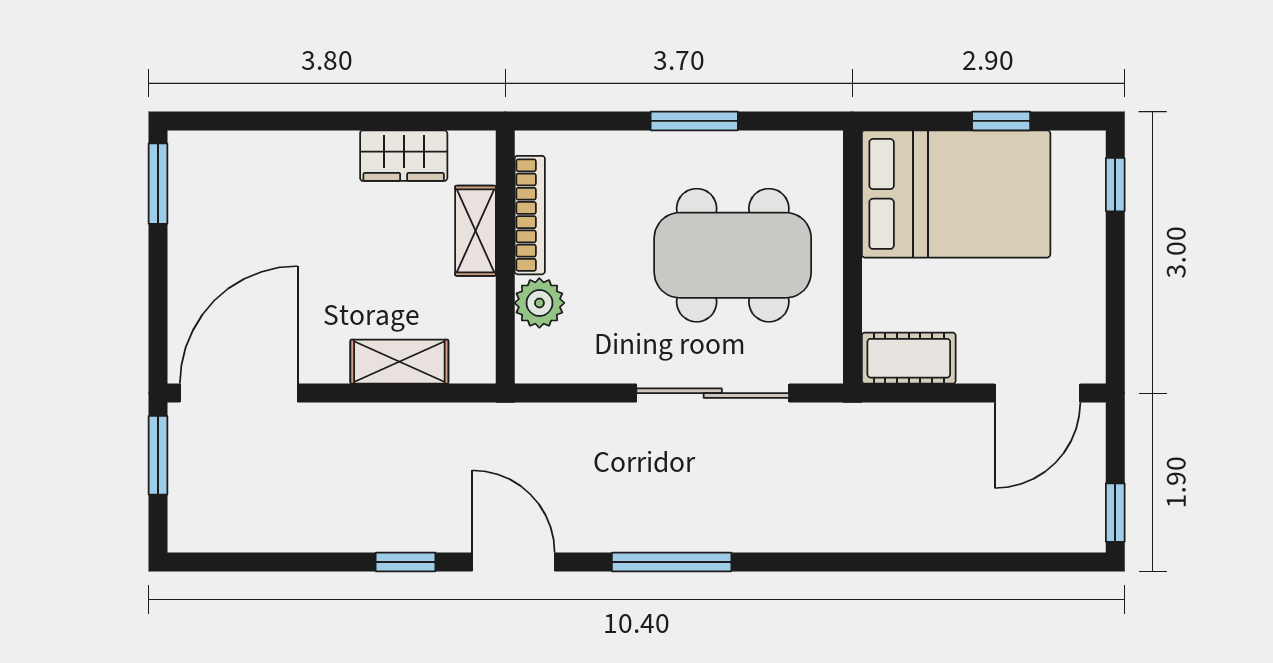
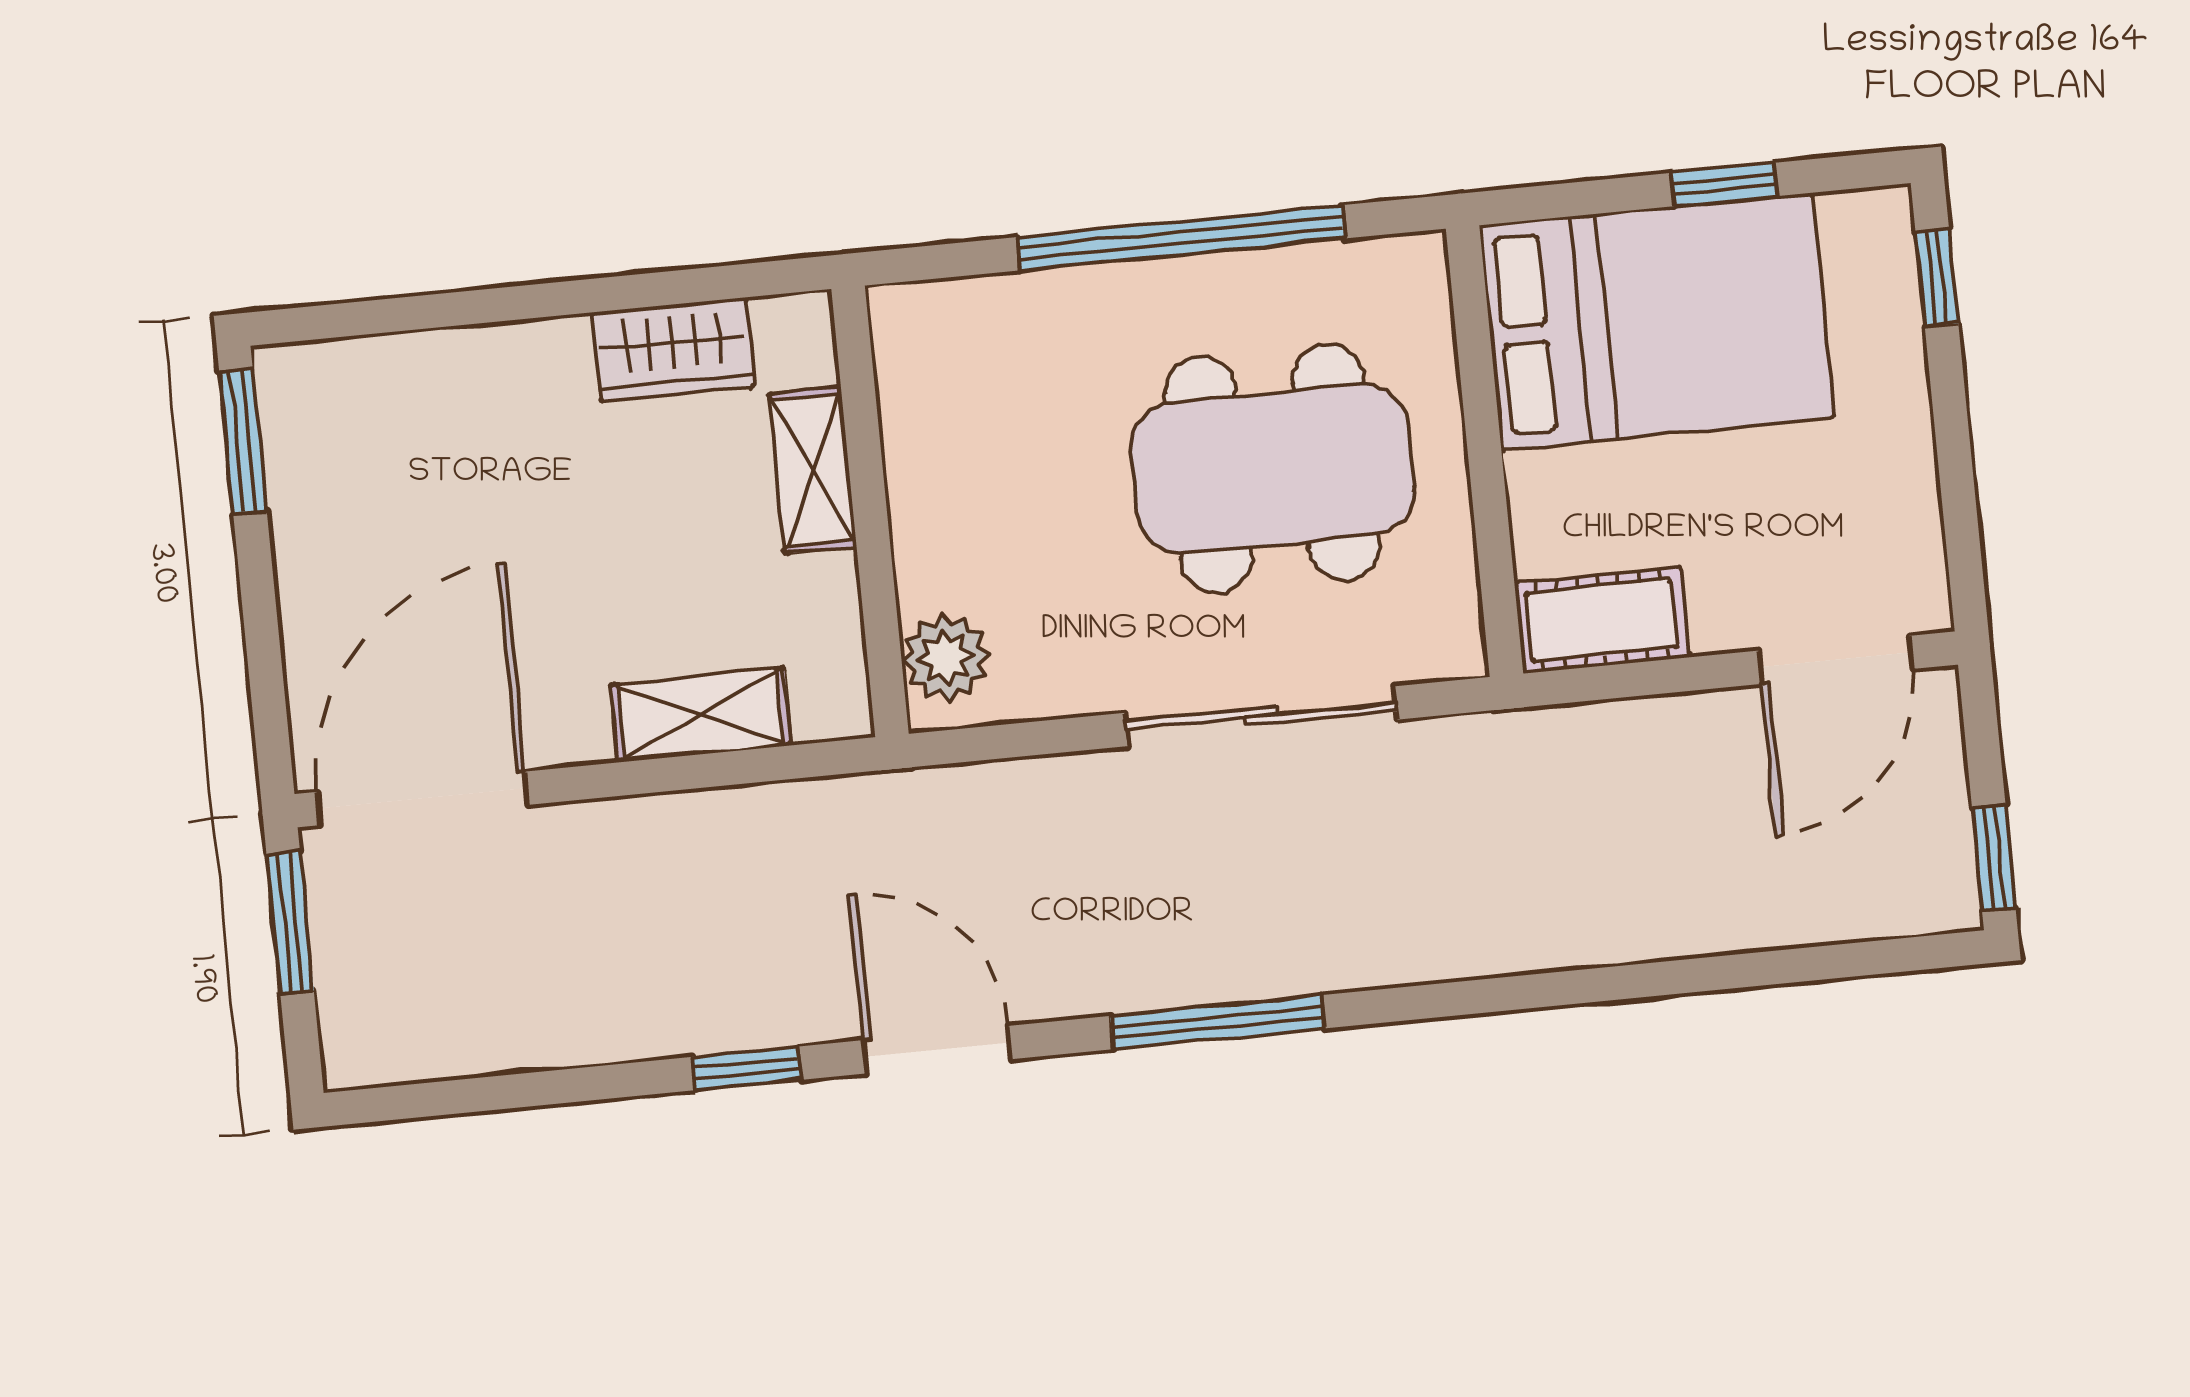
window: (694, 121) -> (1181, 238), width x2.11
bookcase: (530, 215) -> (906, 433), removed
plant: (539, 303) -> (946, 658), moved

